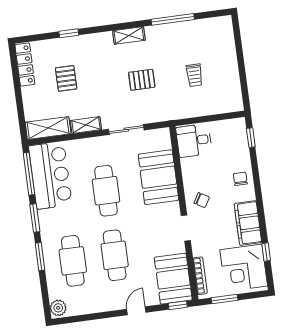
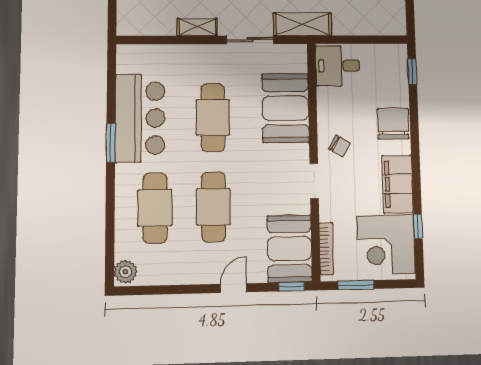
shelving: (48, 128) -> (302, 24), moved
window: (29, 174) -> (111, 82), removed
bar counter: (50, 175) -> (140, 118), moved
chair: (240, 179) -> (393, 124), width x1.87, depth x1.87
window: (40, 257) -> (110, 197), removed

